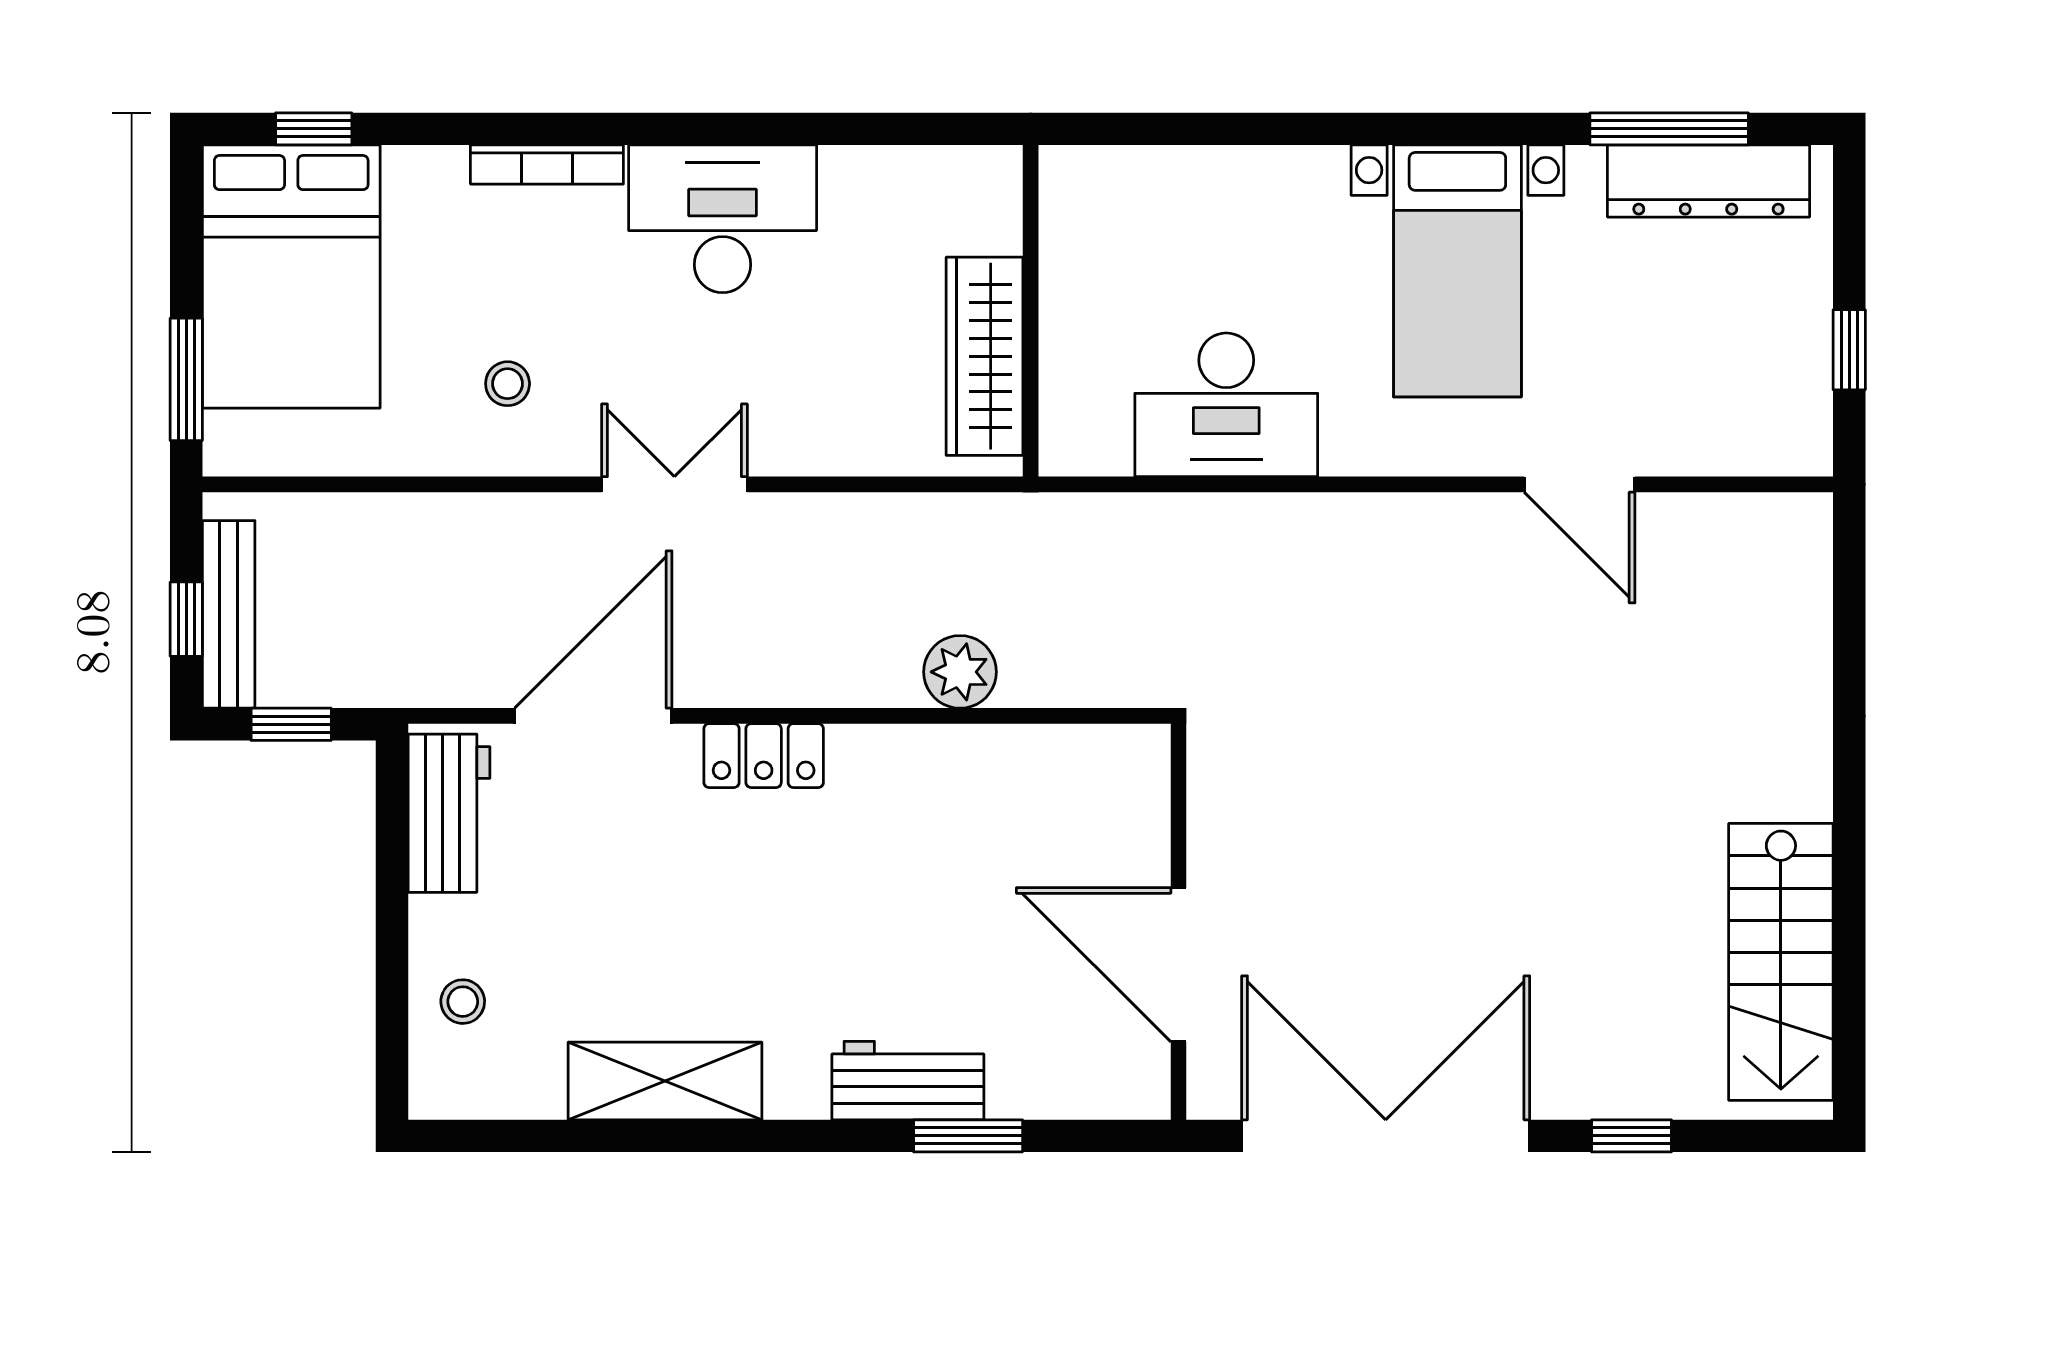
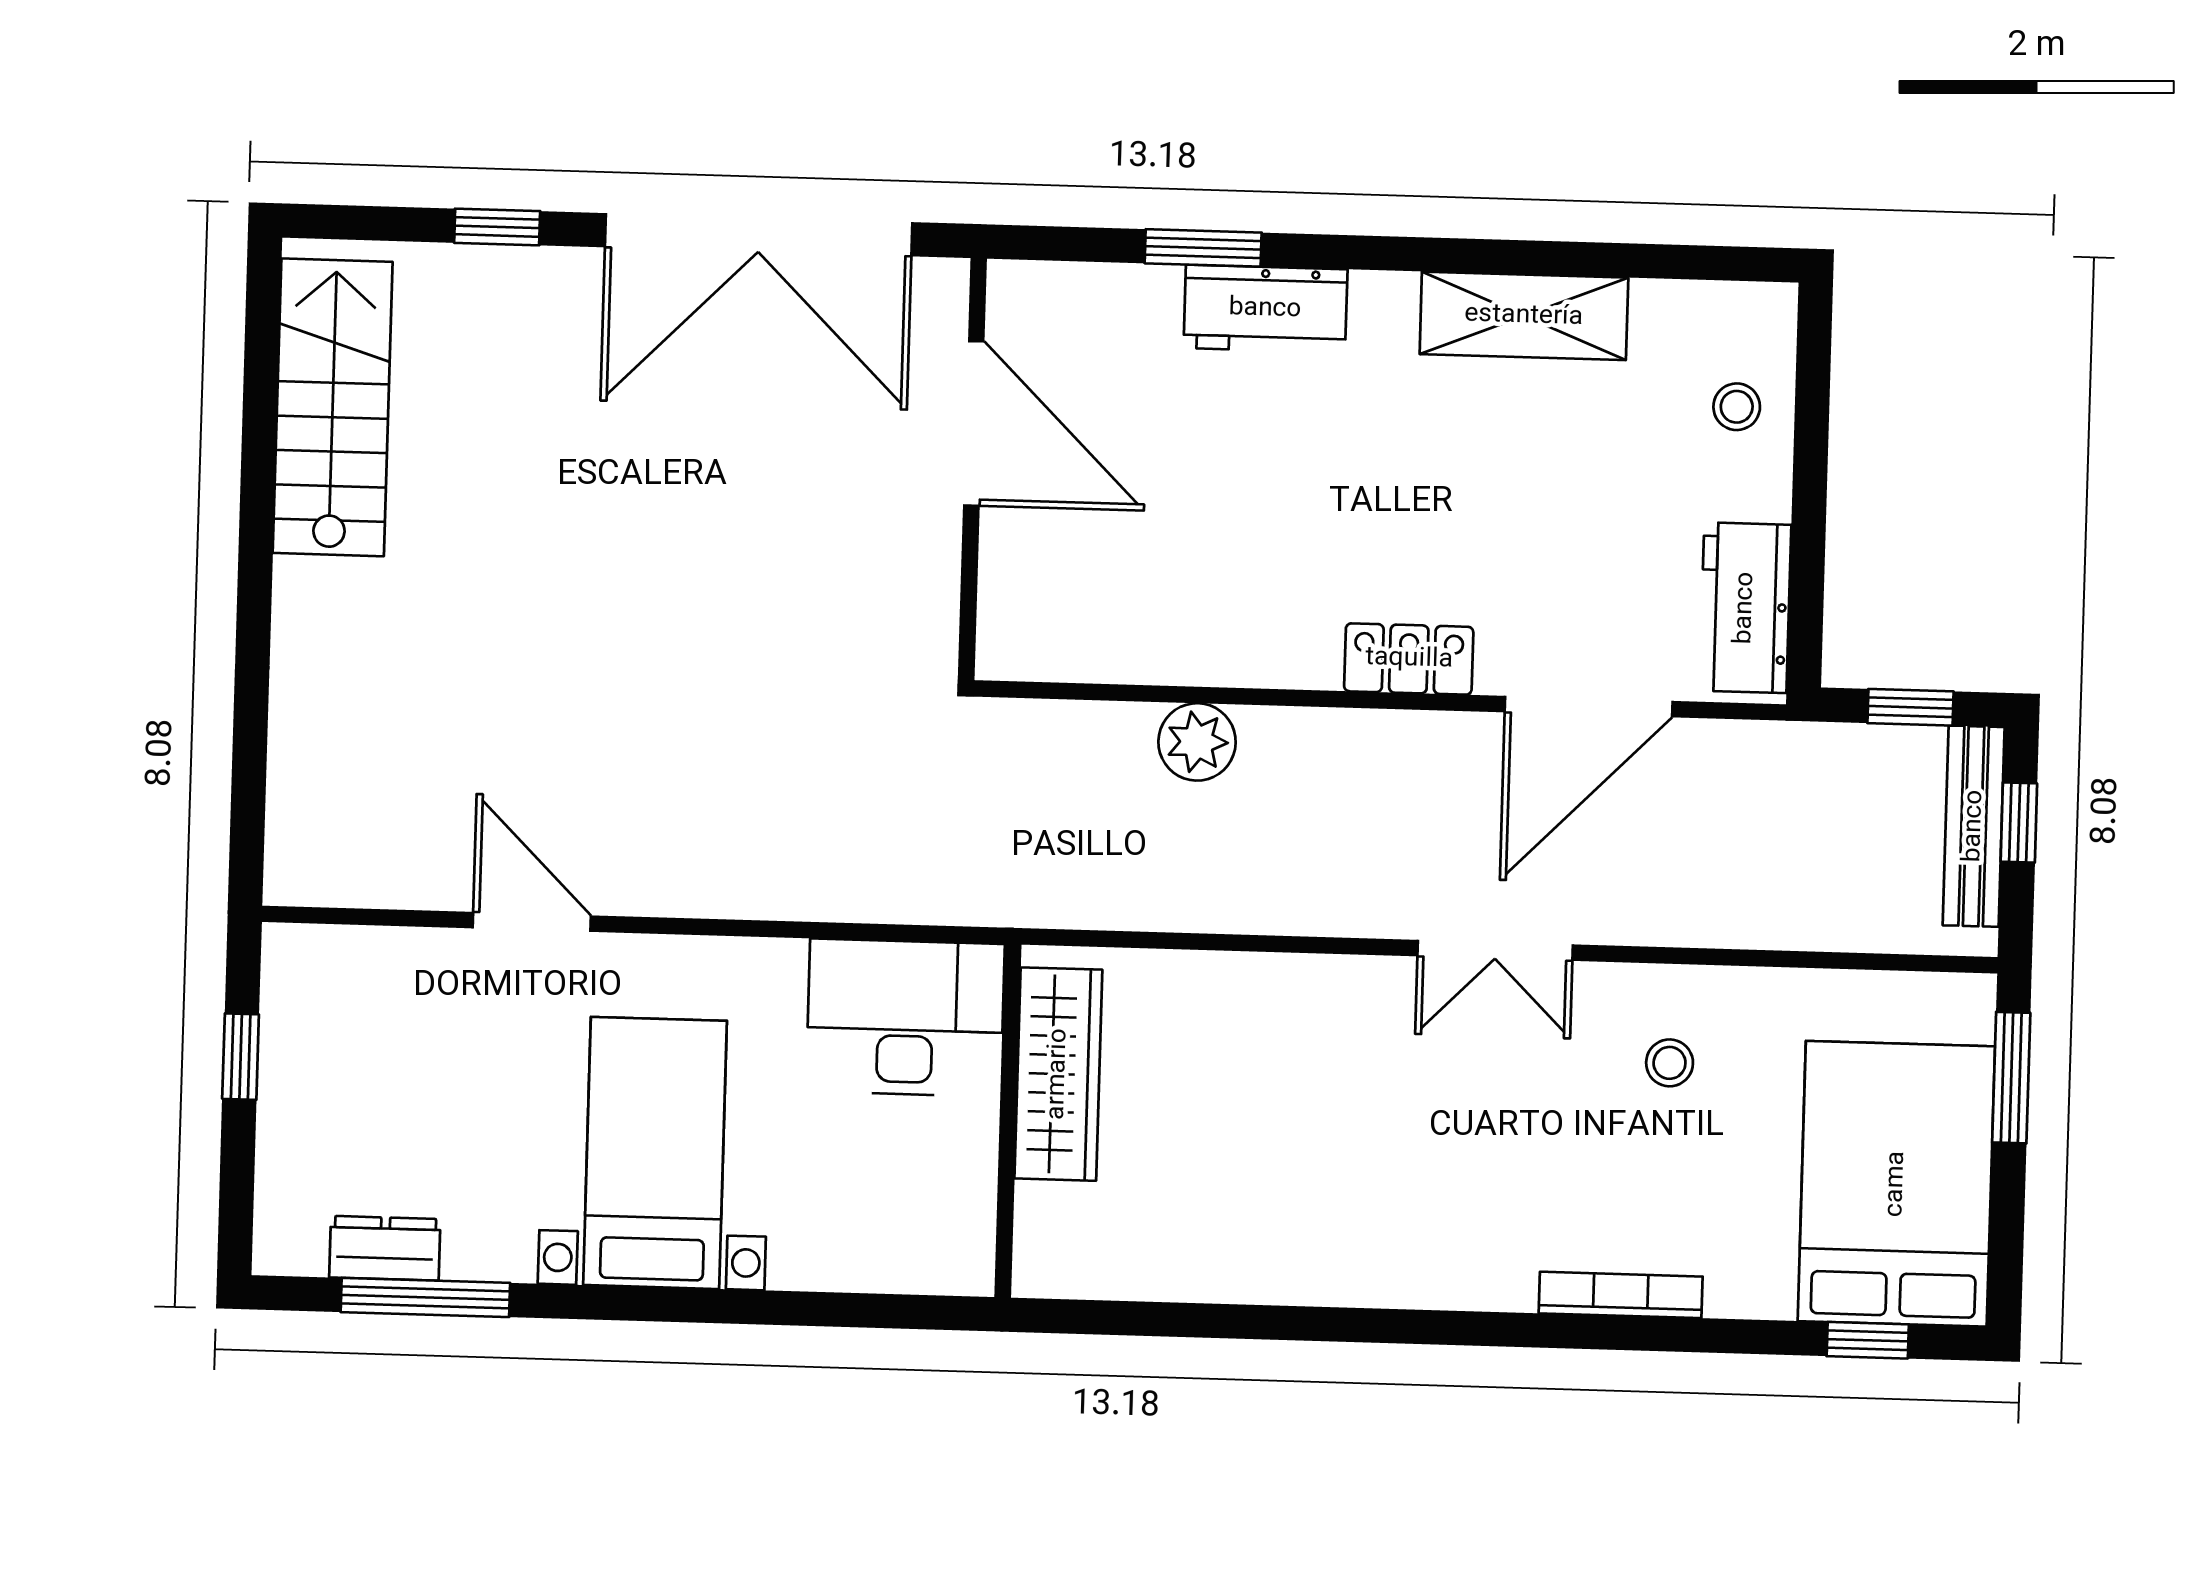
dresser: (1708, 181) -> (385, 1248), width x0.51, depth x0.80
desk: (723, 219) -> (1435, 1232), removed
wall: (1031, 311) -> (1008, 1121), moved
wardrobe: (985, 356) -> (1058, 1074), moved

